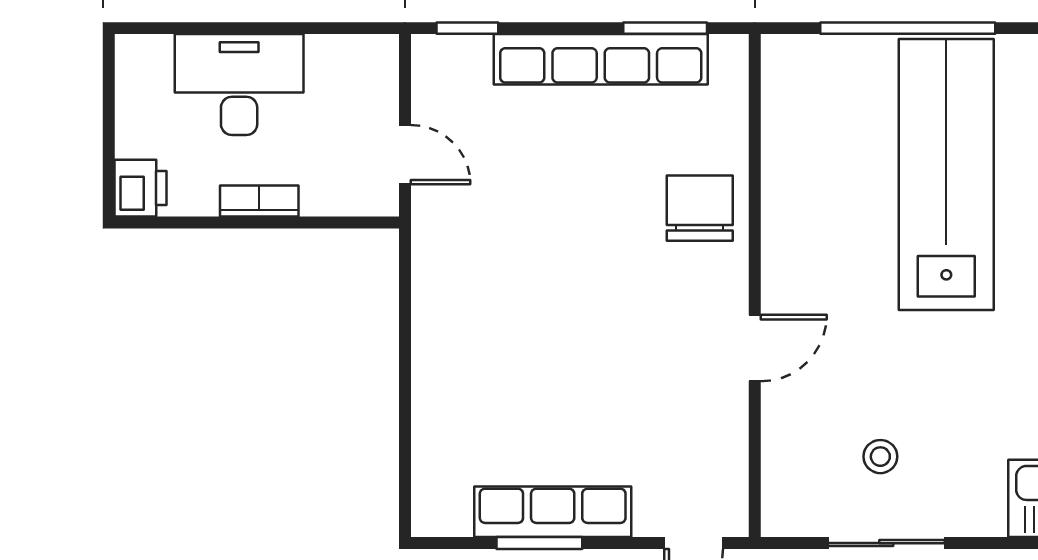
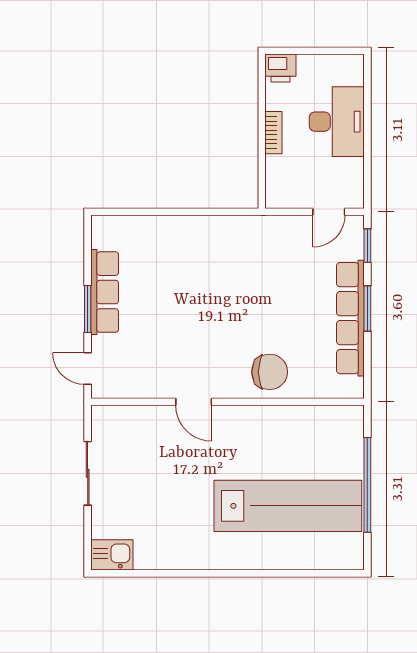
window: (665, 28) -> (367, 308), moved
door: (405, 155) -> (329, 212), moved
stool: (880, 457) -> (135, 470), removed
window: (539, 543) -> (88, 309), moved

